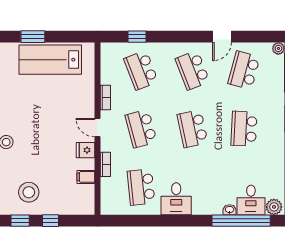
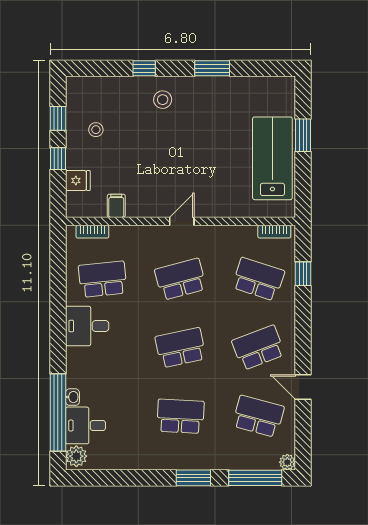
school desk: (141, 70) -> (258, 279), turned 39
bookcase: (105, 97) -> (274, 232), moved
fridge: (86, 150) -> (78, 181), moved, turned 90
bookcase: (105, 164) -> (92, 232), moved
stool: (29, 192) -> (96, 130), width x0.53, depth x0.53

